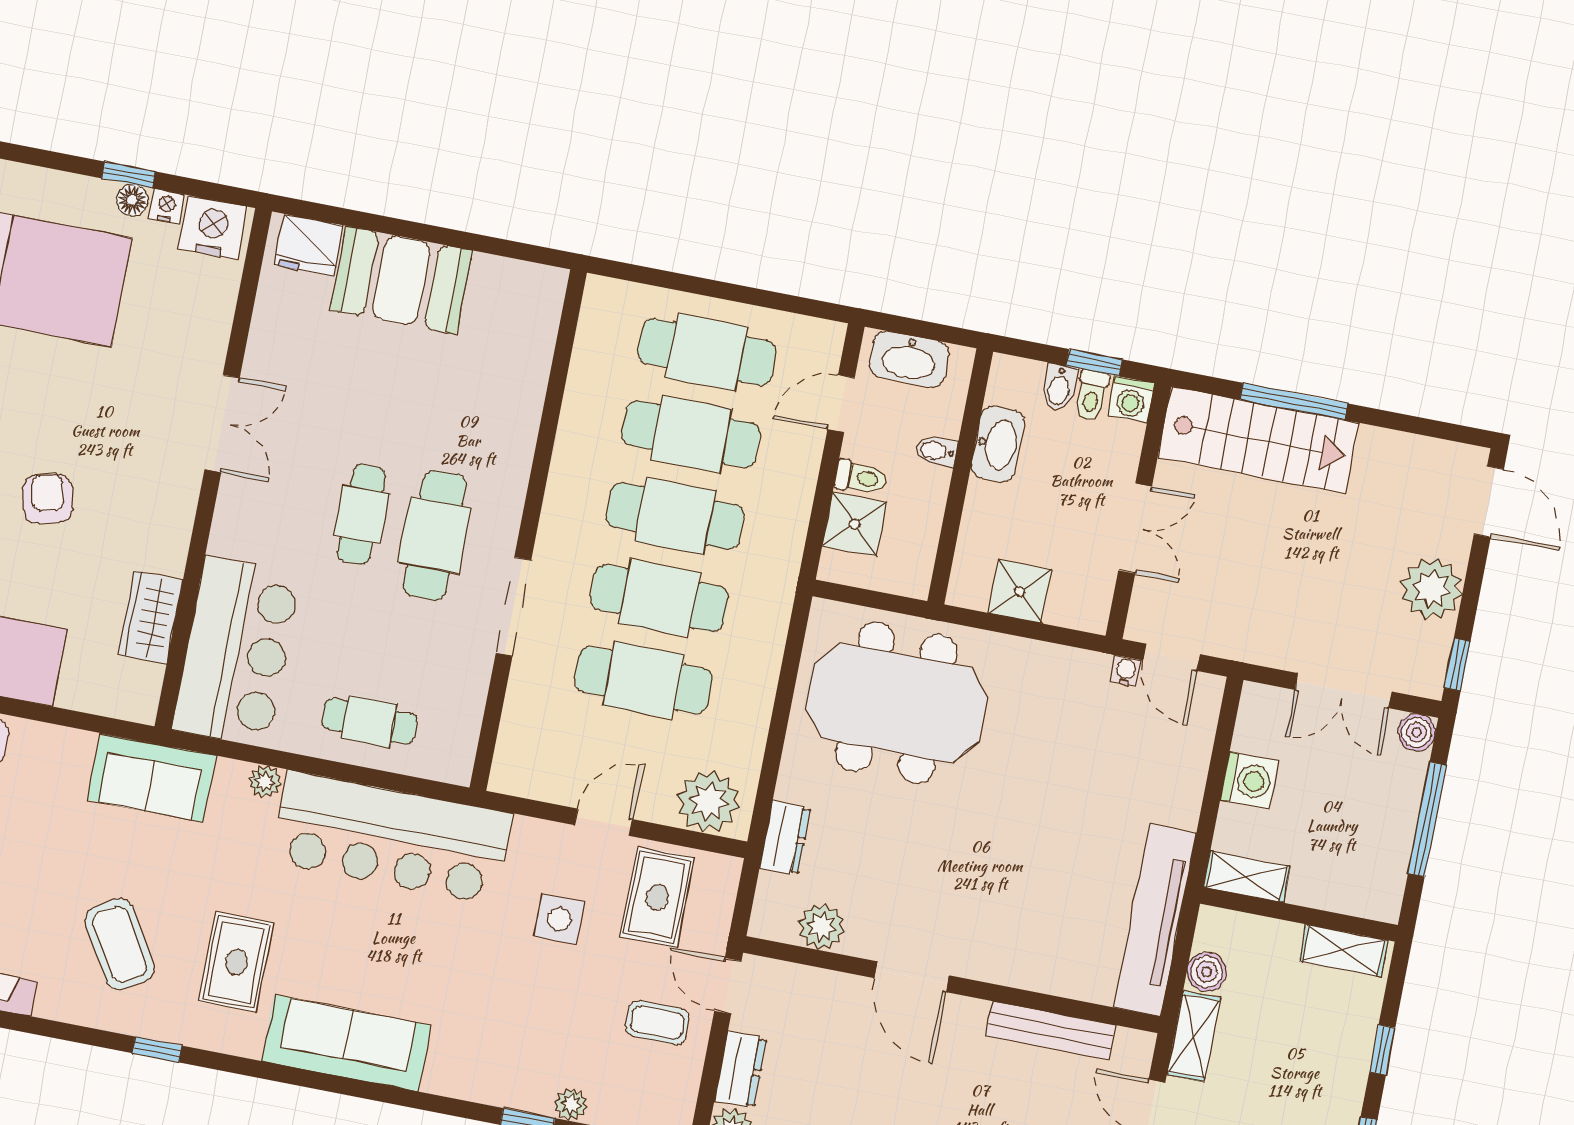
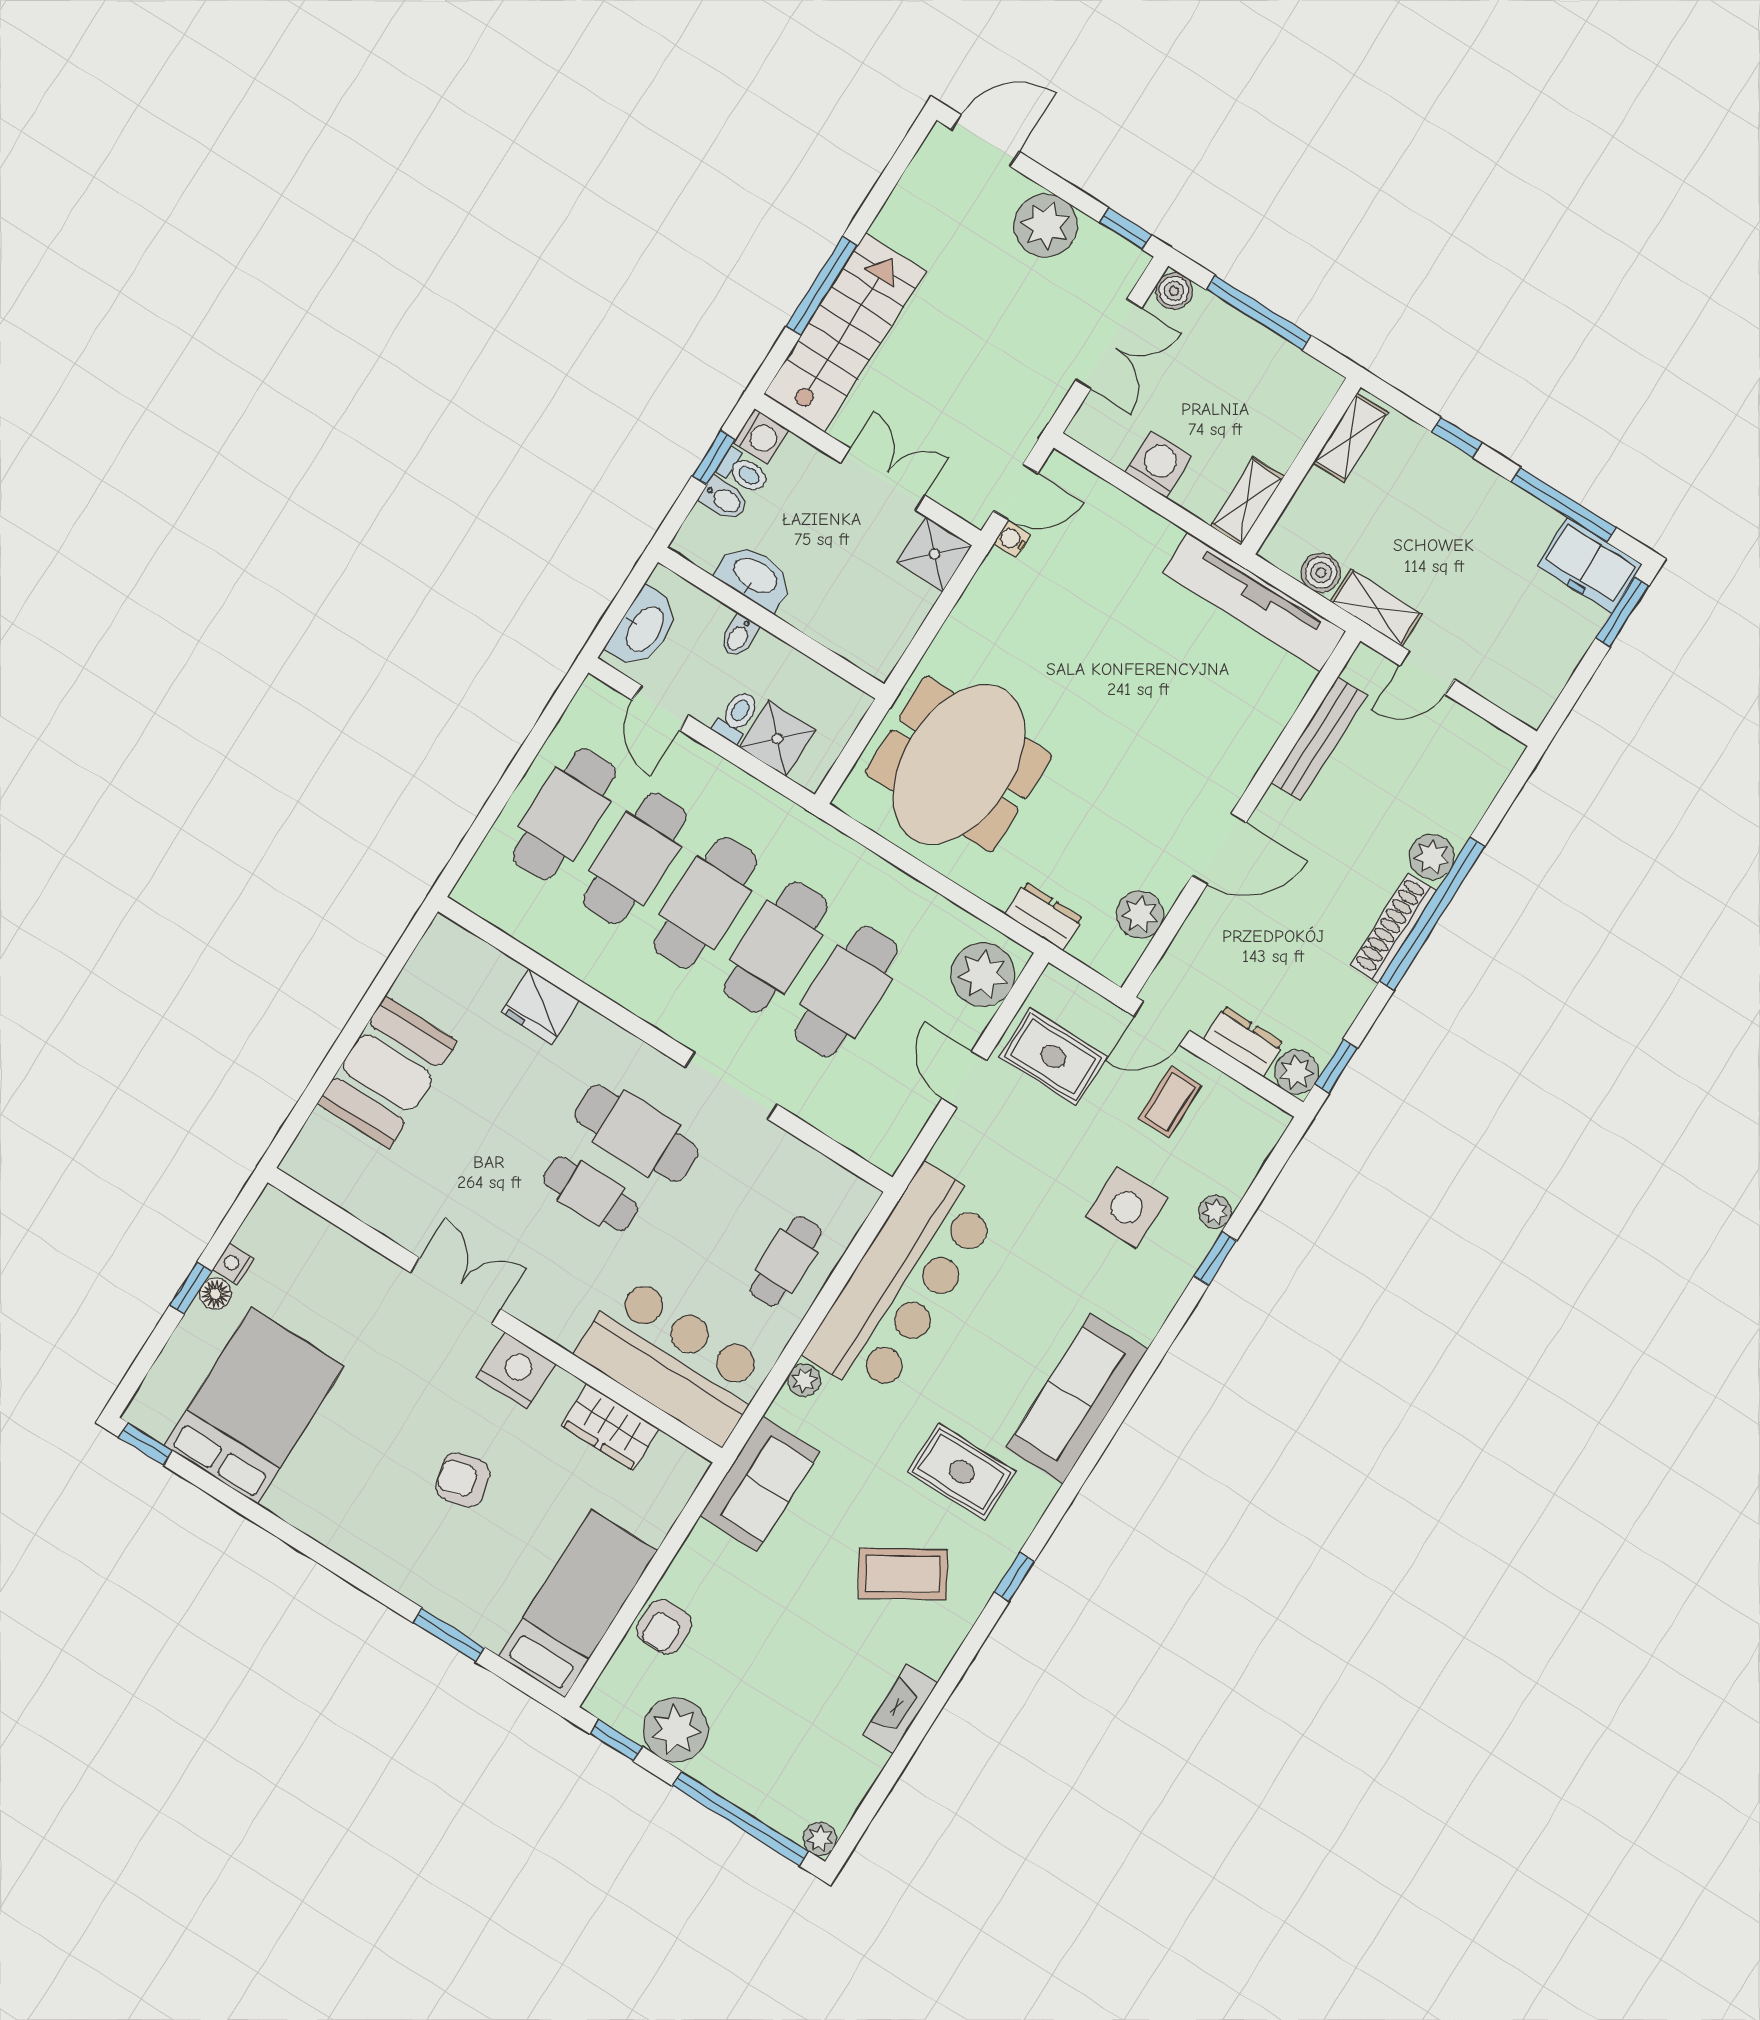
nightstand: (213, 227) -> (516, 1371), moved, turned 90
fridge: (309, 245) -> (540, 1006), moved, turned 90
shower: (1020, 591) -> (935, 554), moved
side table: (559, 919) -> (1127, 1207), moved, width x1.37, depth x1.37

